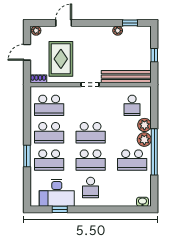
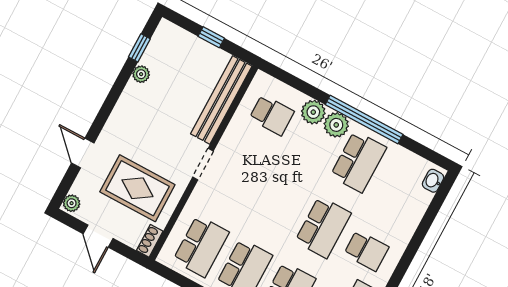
school desk: (91, 133) -> (280, 204), removed

